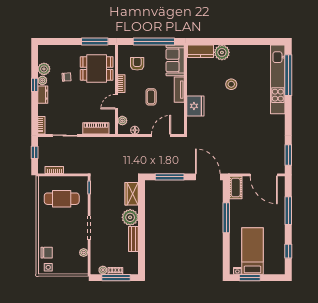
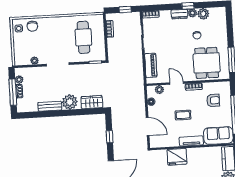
window: (170, 177) -> (110, 137), width x0.46

